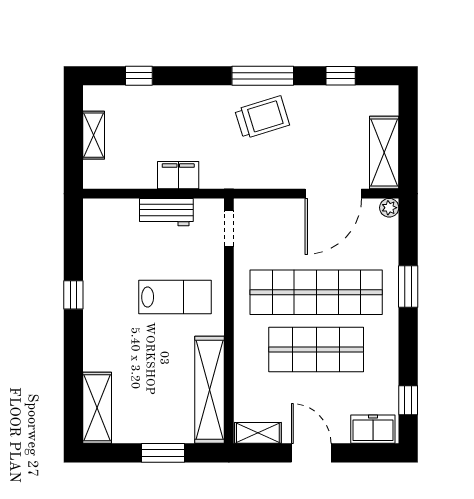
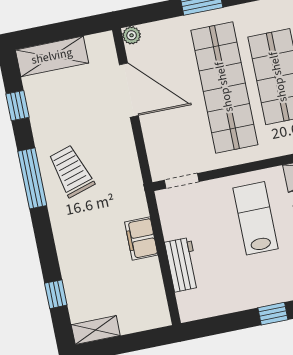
shelving: (94, 135) -> (96, 330), moved
shelving: (384, 153) -> (52, 56), moved
workbench: (166, 212) -> (182, 265), moved

